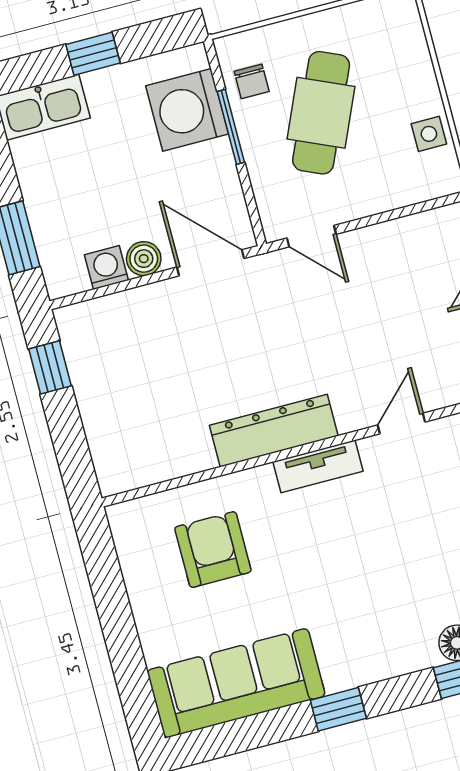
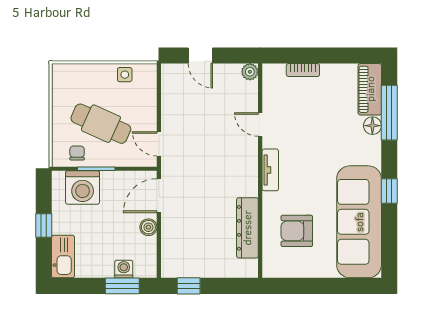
chair: (252, 81) -> (77, 153), turned -90
door: (312, 236) -> (159, 144), swing flipped
washing machine: (106, 267) -> (124, 269), moved, turned 90
dresser: (274, 431) -> (247, 228), moved
sofa: (236, 683) -> (359, 222), width x1.36, depth x1.27

